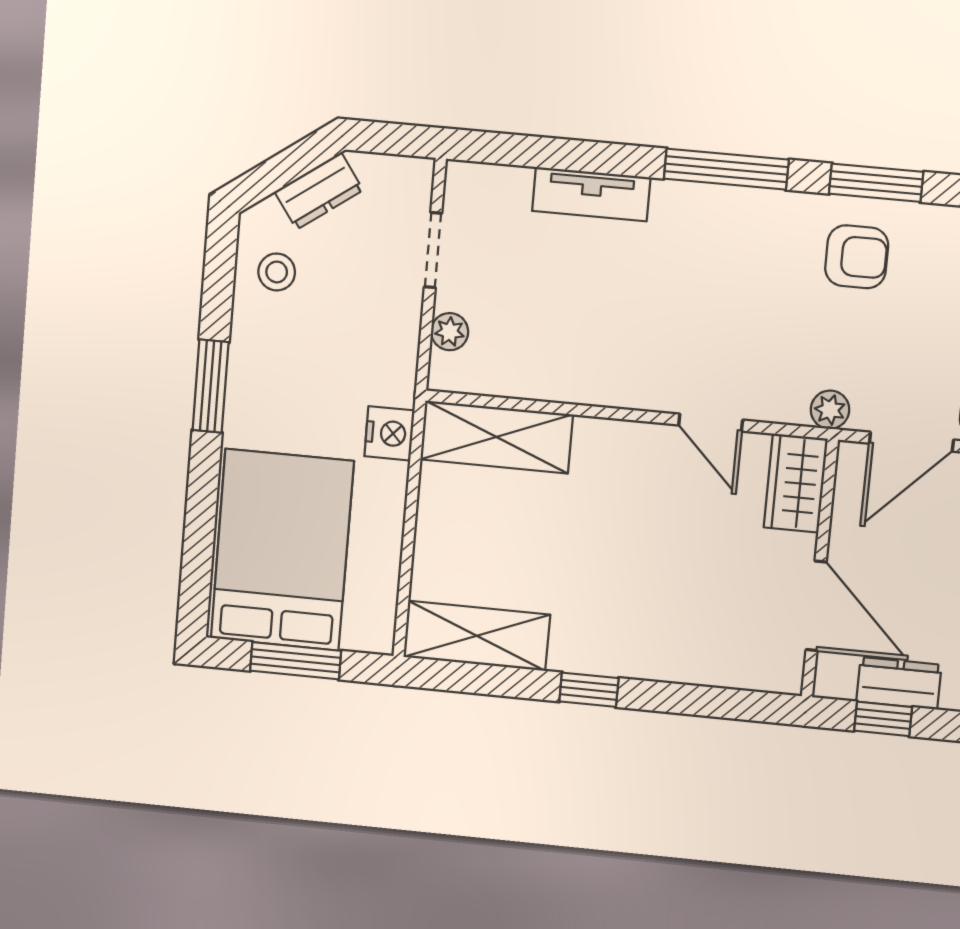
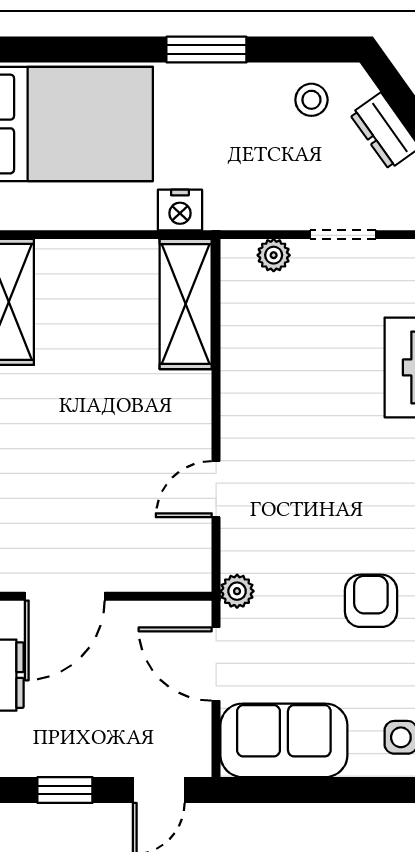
armchair: (857, 257) -> (371, 601), turned 180
wardrobe: (796, 483) -> (170, 568), removed

